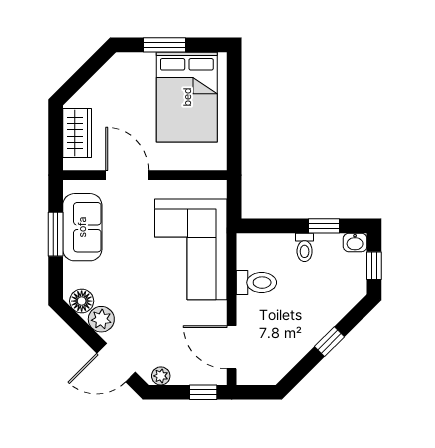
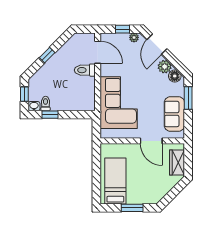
bed: (187, 97) -> (115, 181), width x0.67
window: (56, 234) -> (188, 98), moved
toilet: (305, 247) -> (46, 104), moved
toilet: (256, 283) -> (85, 70), moved
door: (116, 363) -> (157, 44), swing flipped
window: (203, 392) -> (123, 29), moved

